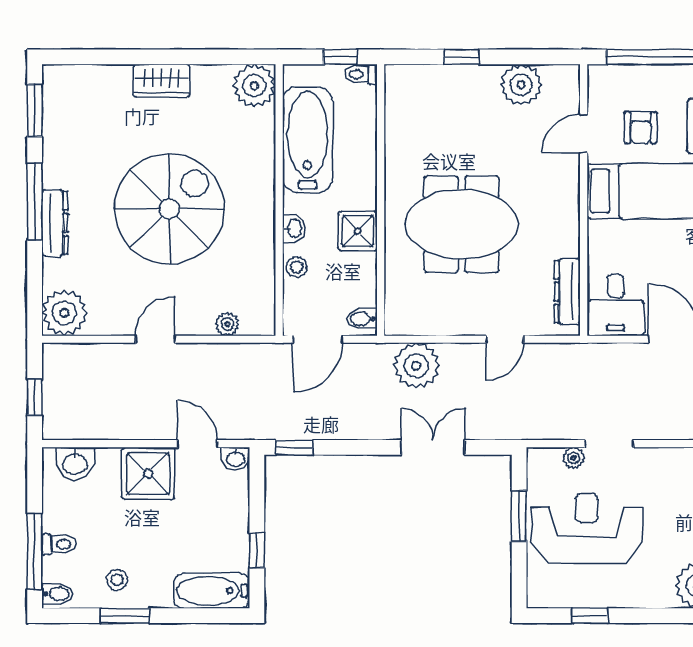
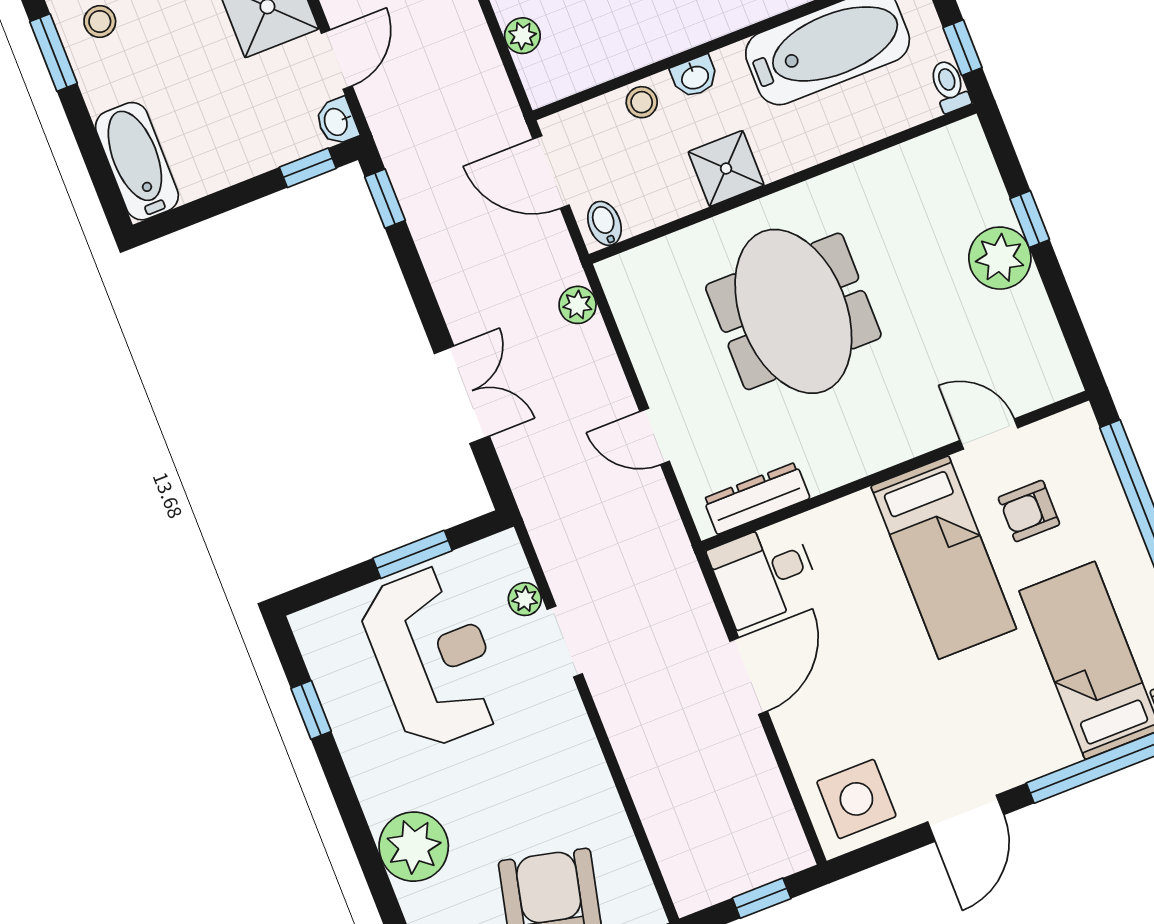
plant: (521, 85) -> (1000, 258), moved
plant: (416, 366) -> (578, 305), width x0.53, depth x0.53
window: (257, 550) -> (308, 168), moved

